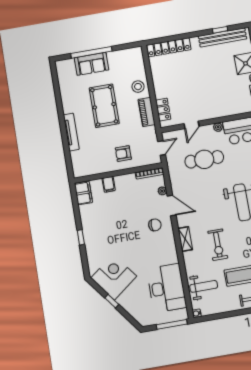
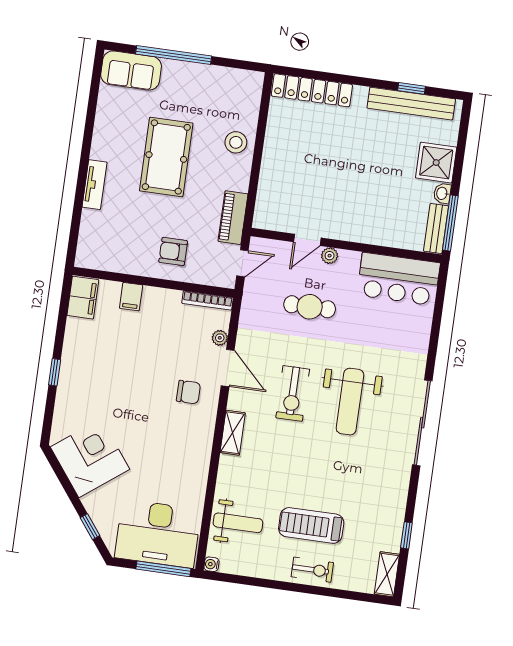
sofa: (92, 64) -> (131, 70), moved
locker: (163, 110) -> (267, 197), removed
piano: (147, 112) -> (233, 218), moved
plant: (218, 127) -> (330, 256), moved
tv unit: (71, 132) -> (95, 185), width x0.71
cafe table: (204, 159) -> (310, 307), width x0.73, depth x0.74
exercise bike: (218, 245) -> (293, 393), moved
desk: (166, 288) -> (158, 534), moved, turned 90
window: (112, 301) -> (90, 527), moved

